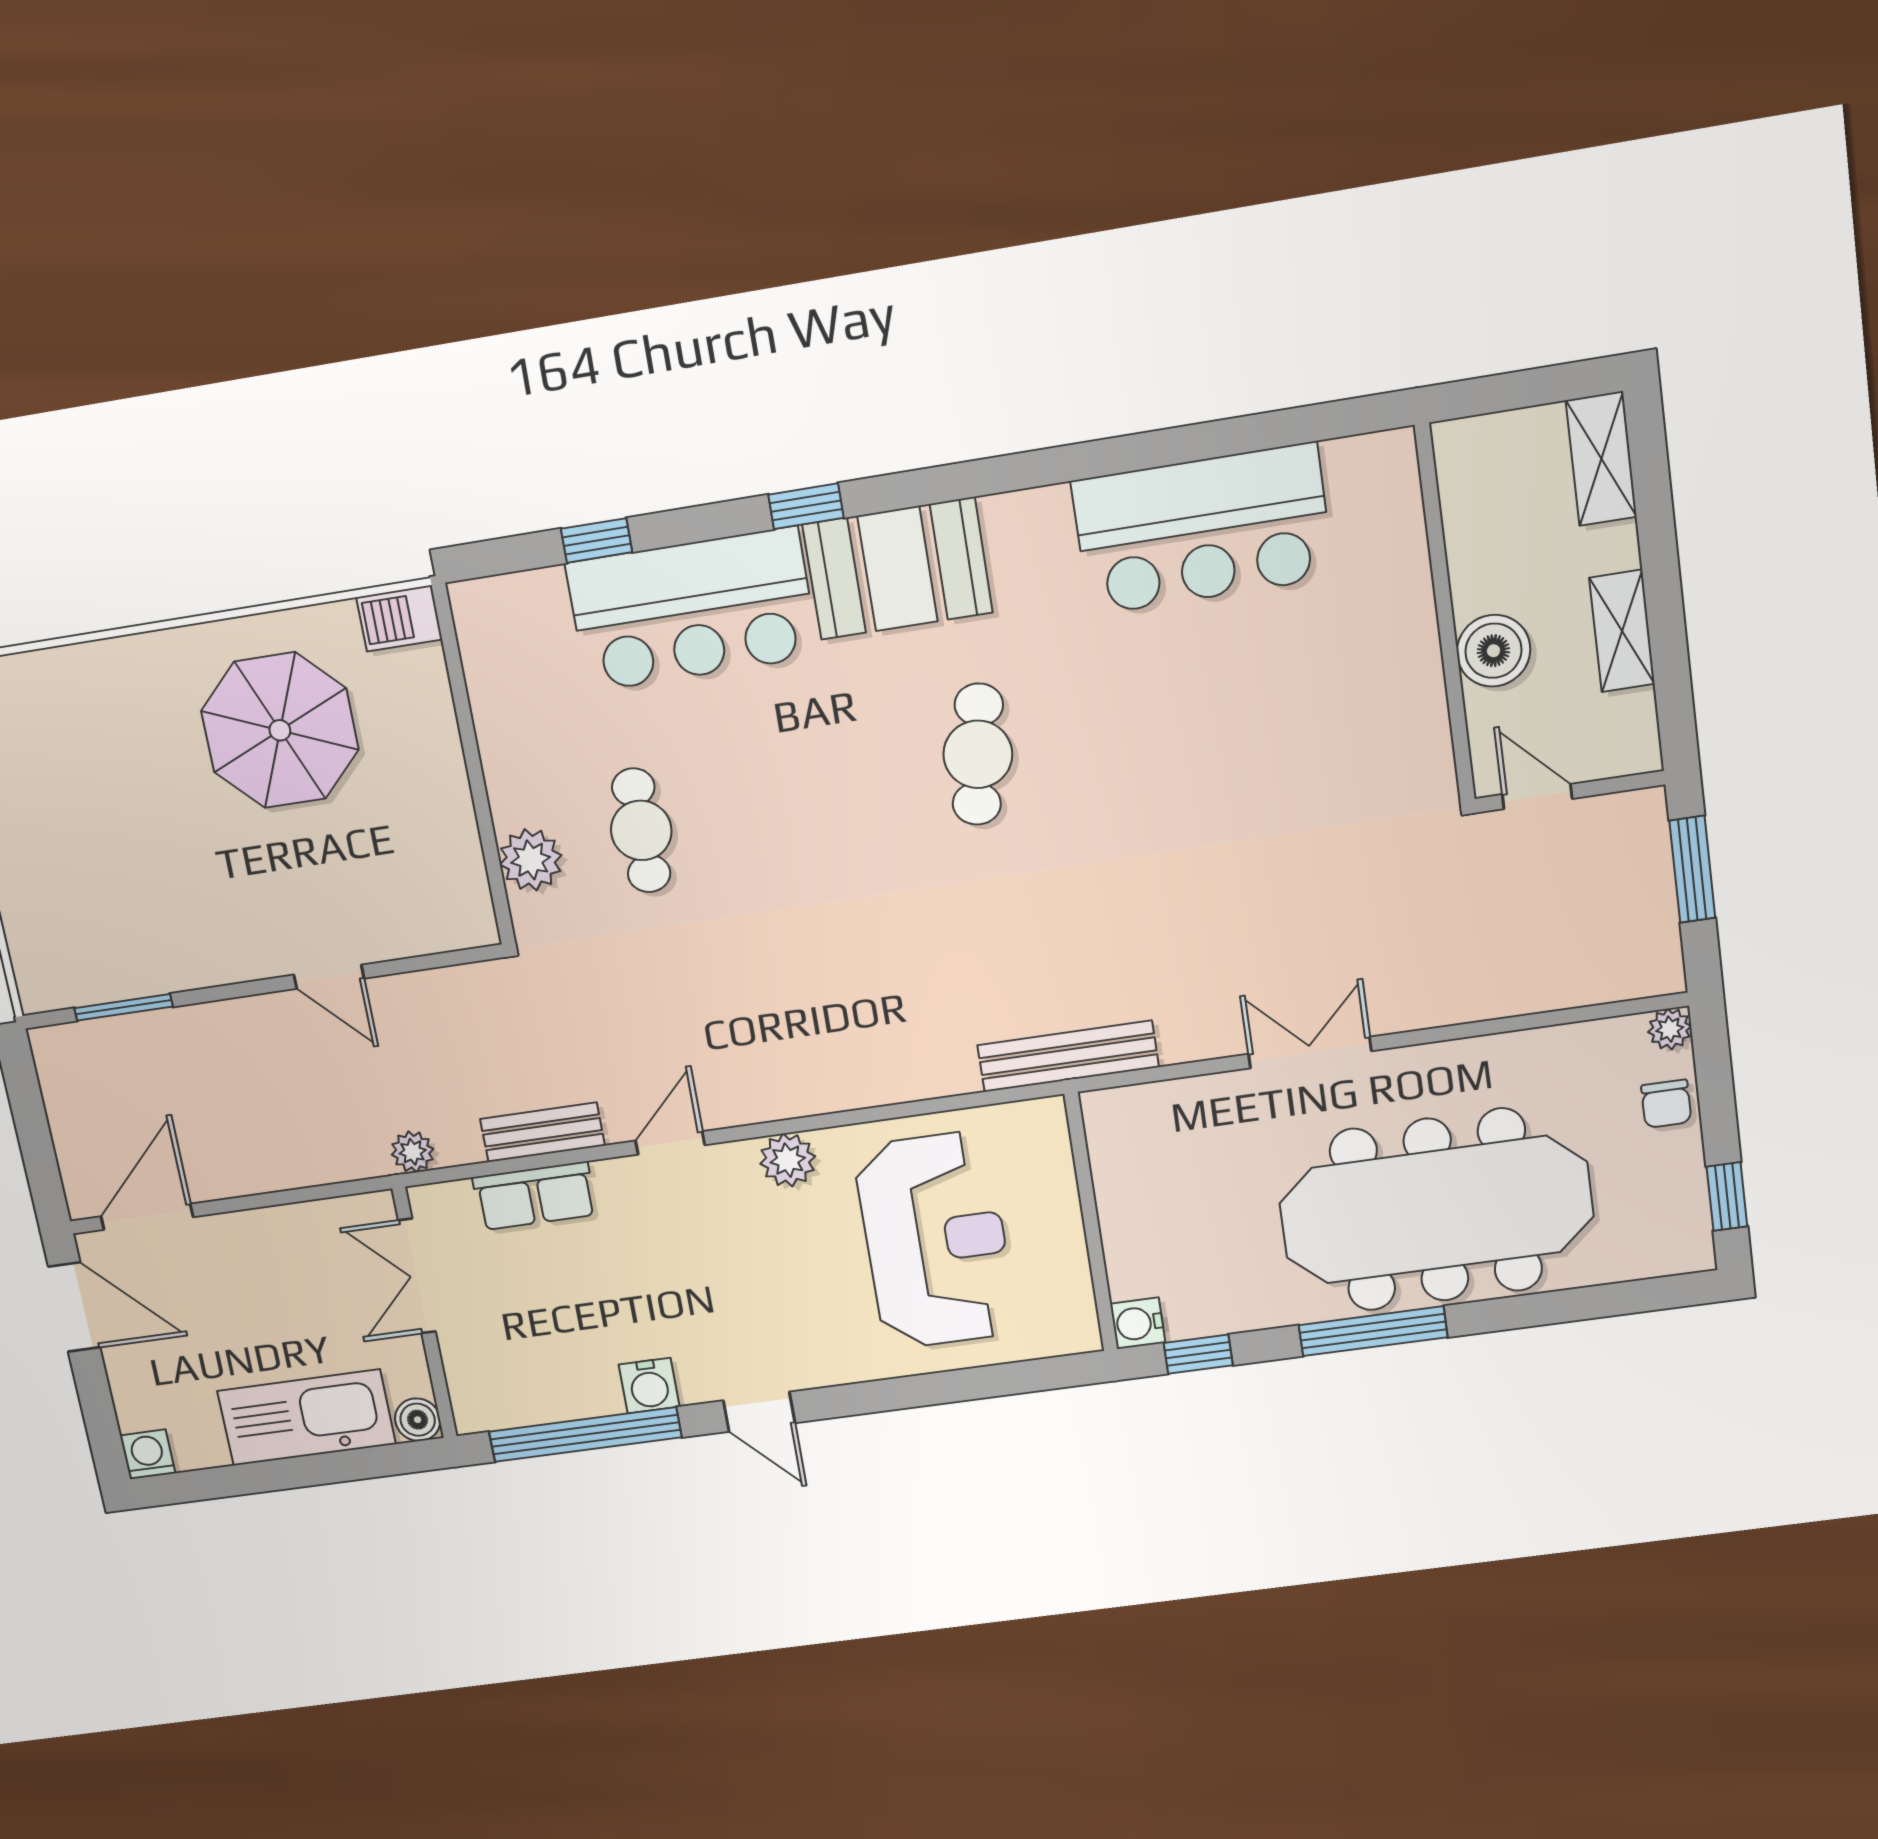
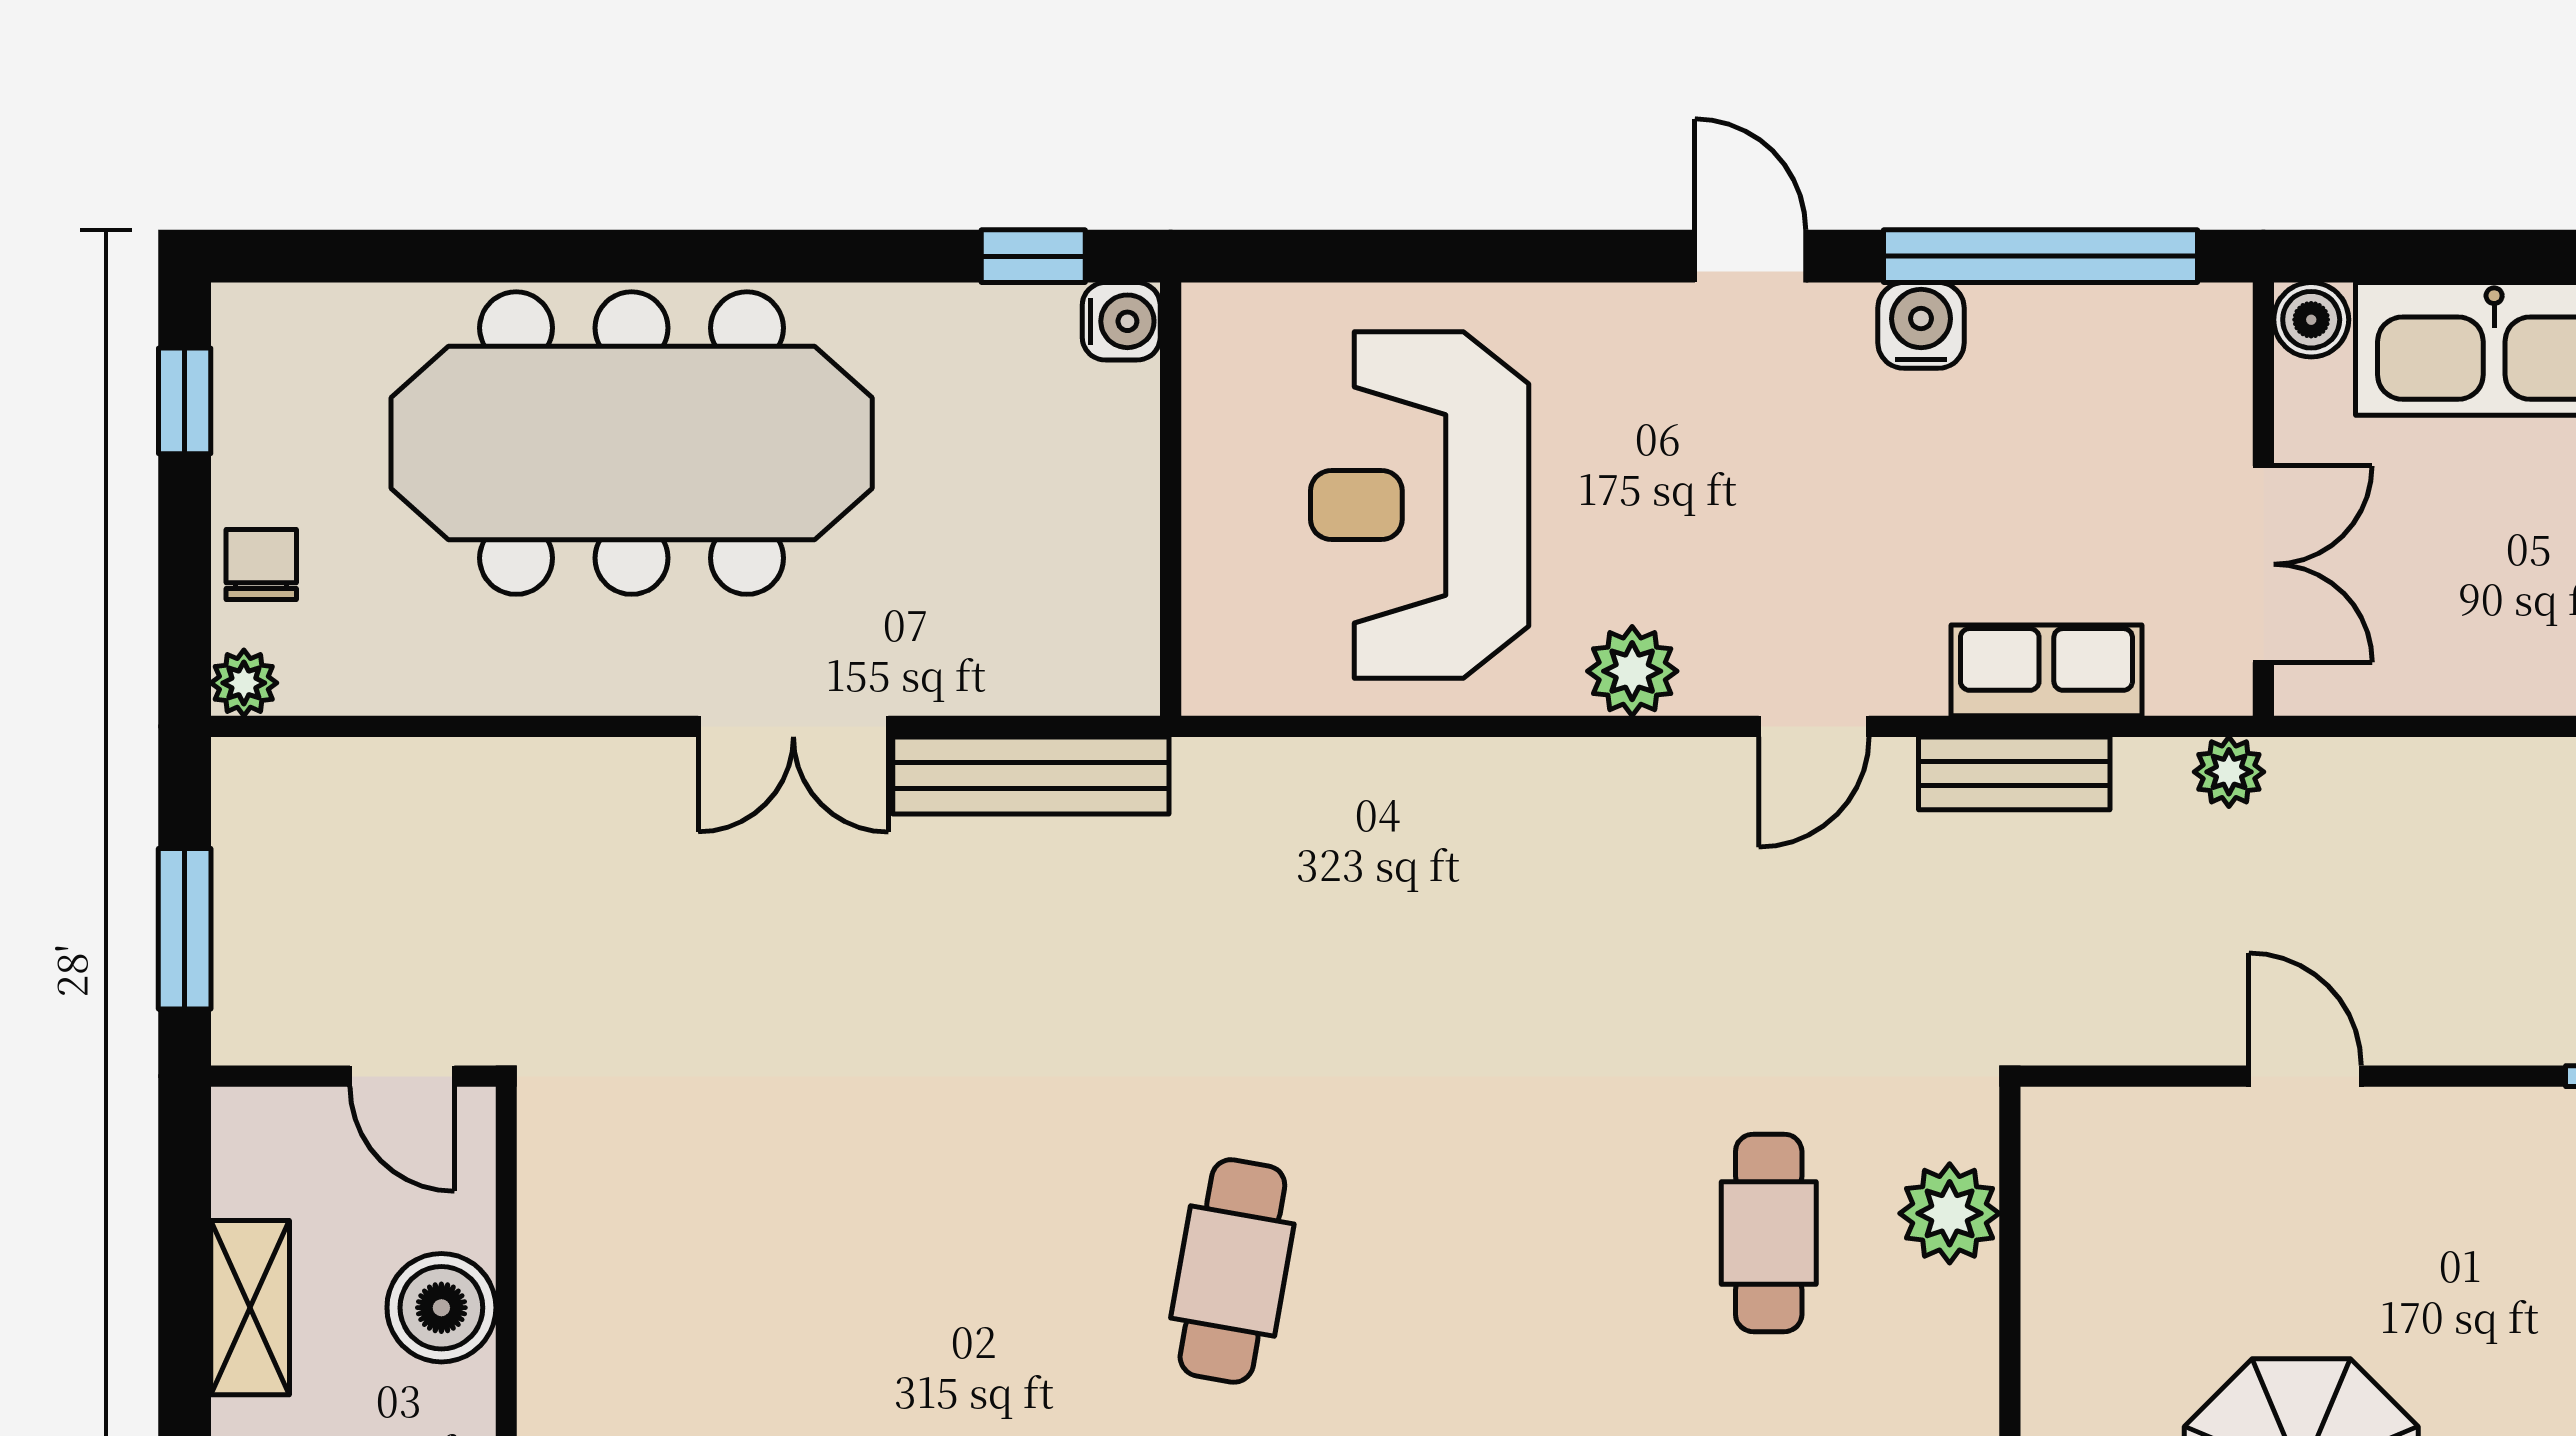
bench: (1068, 1056) -> (1031, 776), moved
window: (1373, 1331) -> (754, 256), removed

